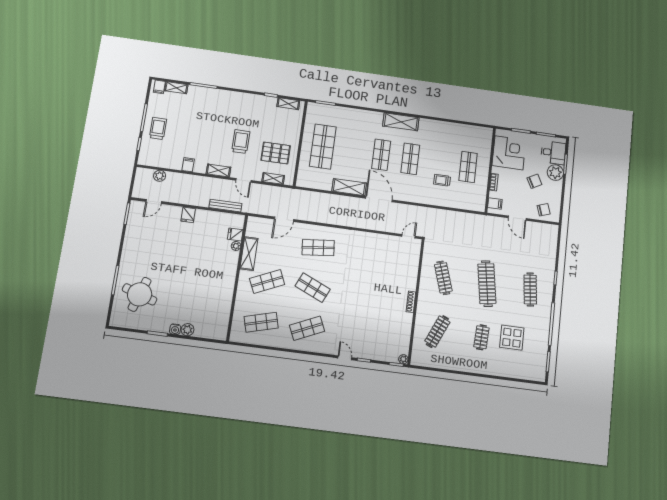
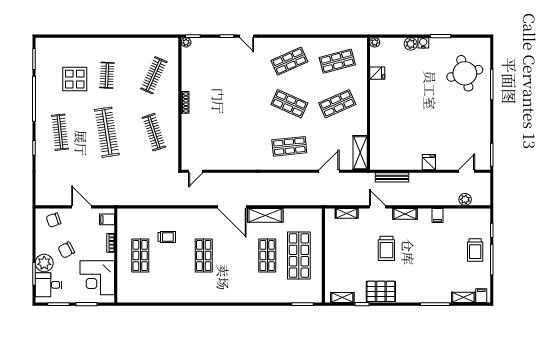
shelving: (401, 122) -> (219, 295), removed
pallet: (276, 153) -> (381, 291), moved
shop shelf: (381, 155) -> (267, 256), moved
fridge: (235, 234) -> (377, 73), moved
plant: (236, 246) -> (375, 42), moved
shelving: (249, 254) -> (360, 153), moved
round table: (140, 294) -> (465, 73), turned -33

